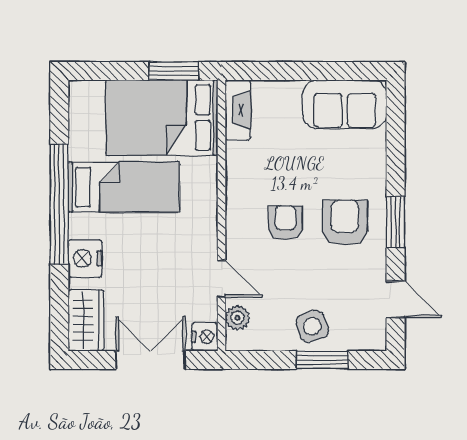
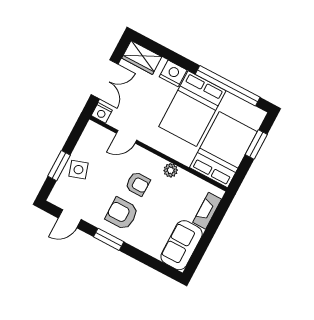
window: (174, 71) -> (256, 144), moved
fireplace: (238, 110) -> (207, 211), moved, turned 90
bed: (124, 187) -> (192, 109), width x1.50
window: (59, 204) -> (228, 86), moved
armchair: (345, 223) -> (122, 214), turned 180
plant: (237, 318) -> (171, 170), moved

